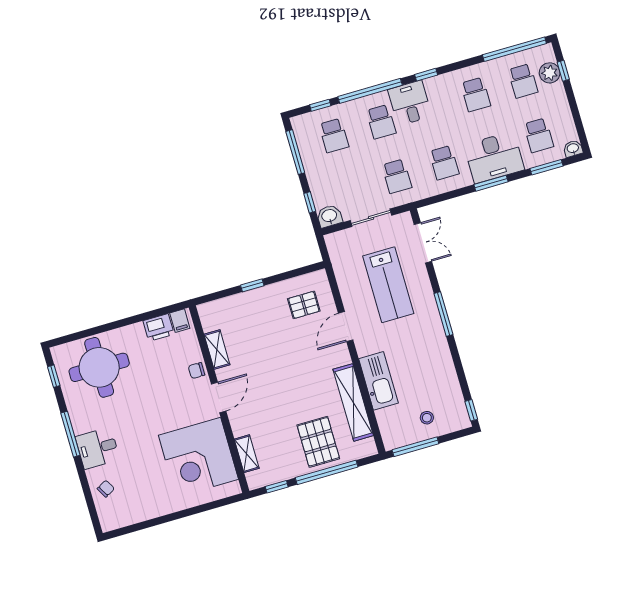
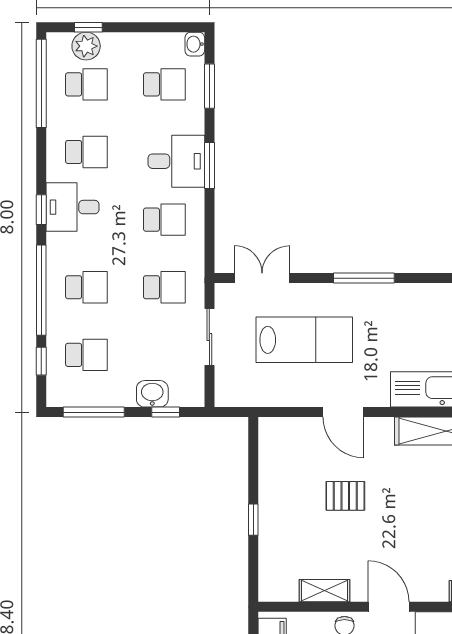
desk: (410, 103) -> (73, 207), moved
desk: (494, 157) -> (176, 161), width x0.73
washbasin: (329, 216) -> (152, 394), moved, turned 90
pallet: (304, 305) -> (345, 496), moved, turned 90

